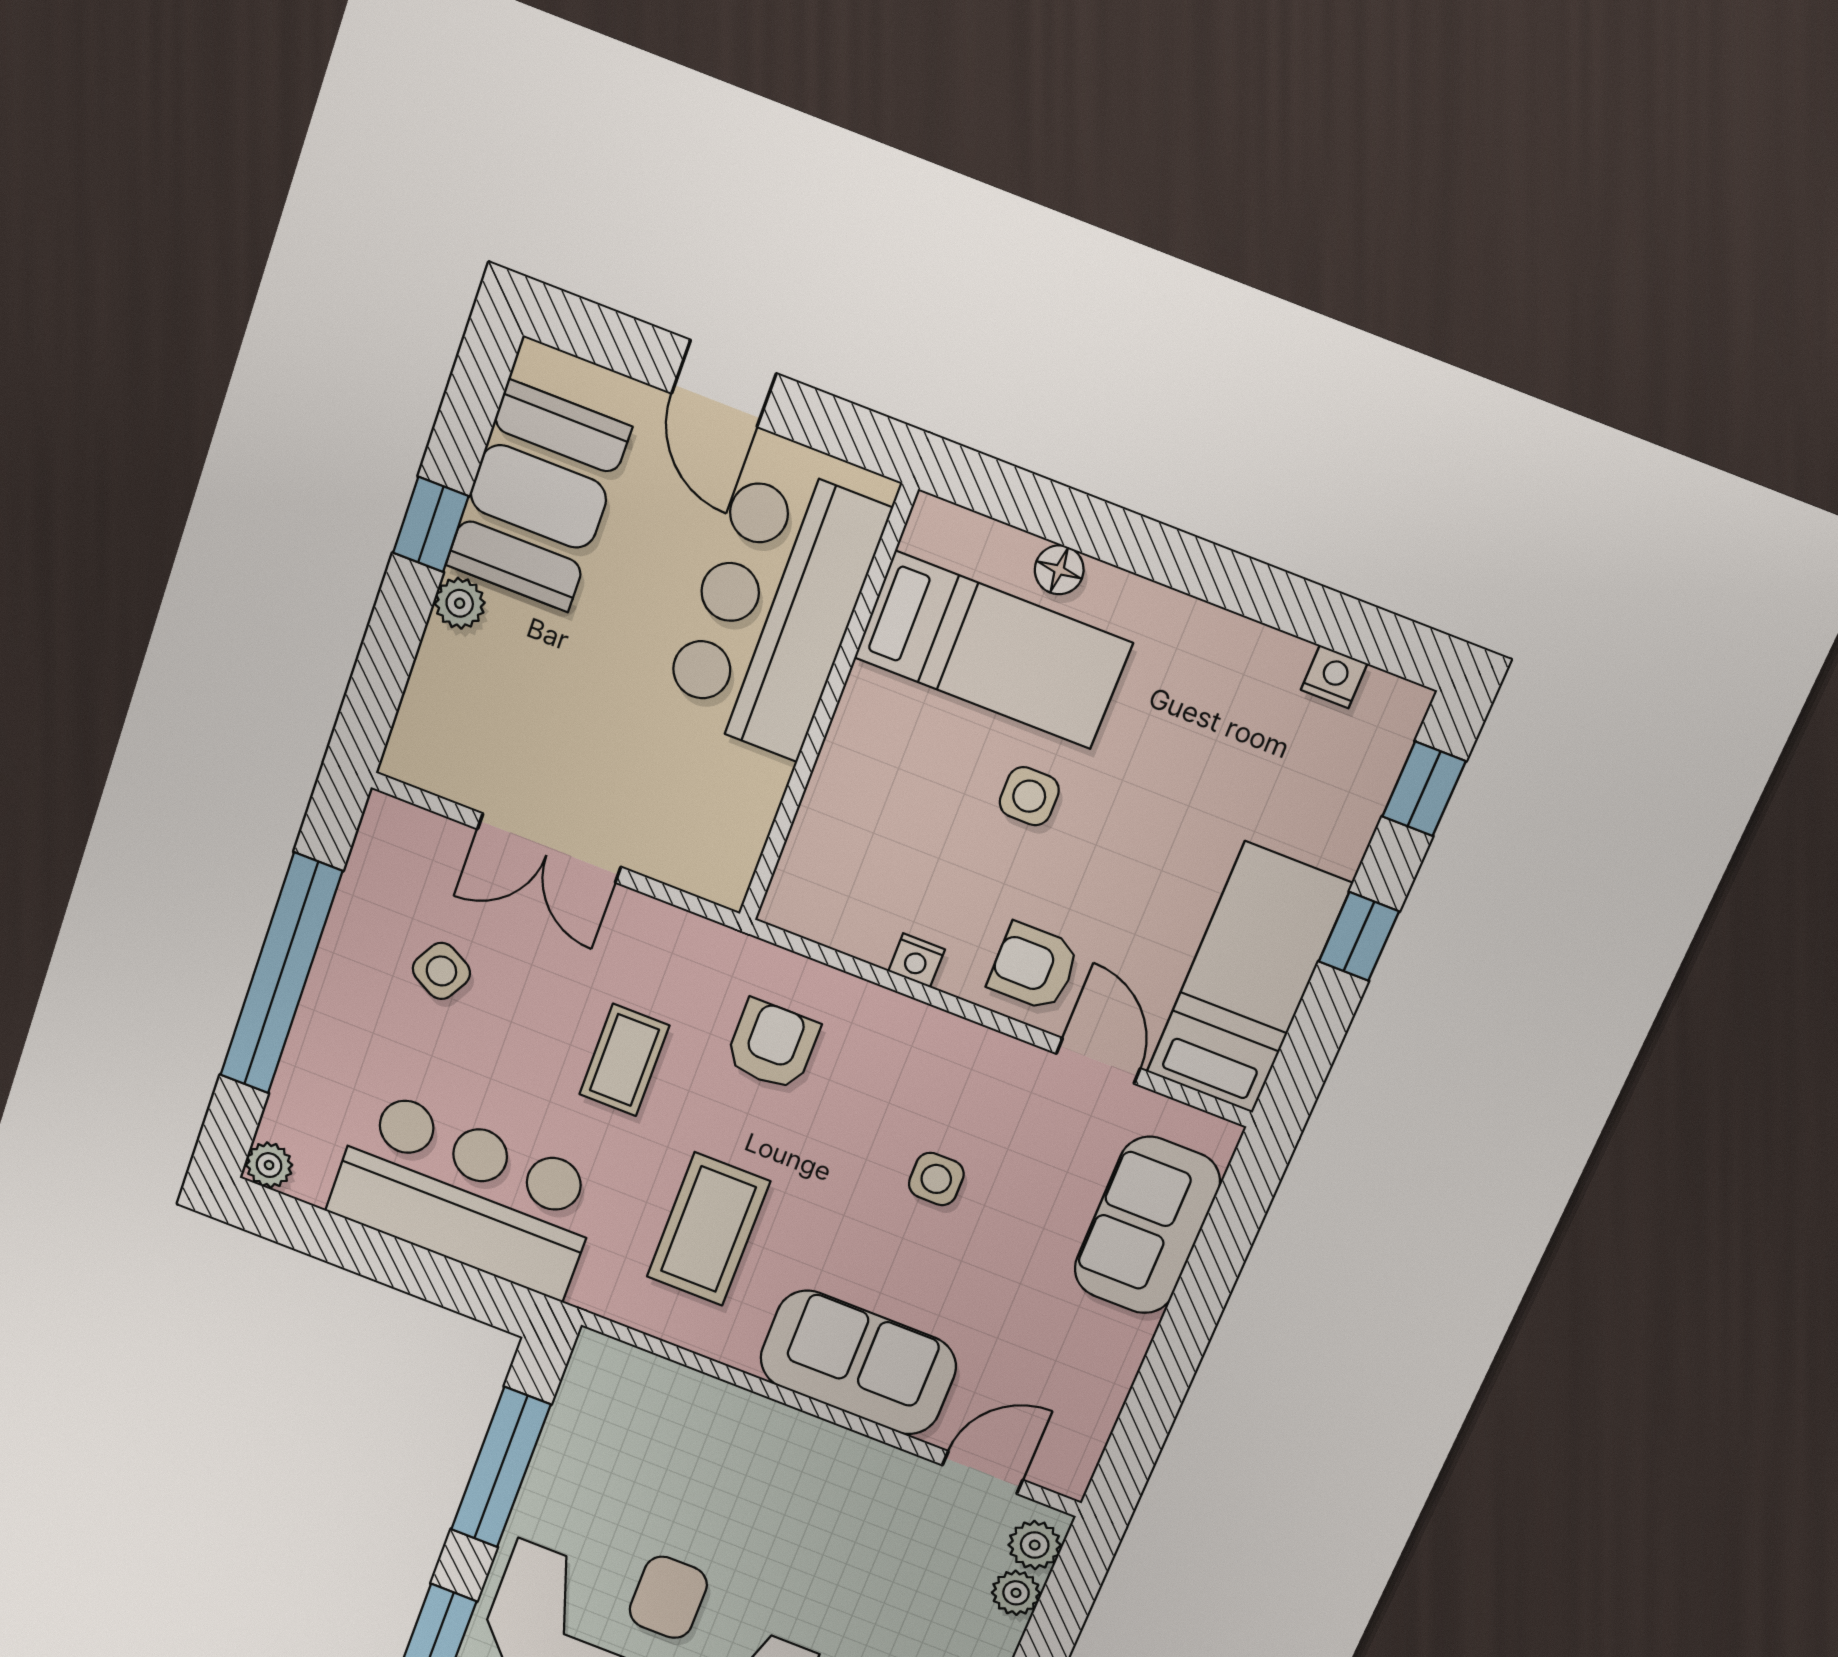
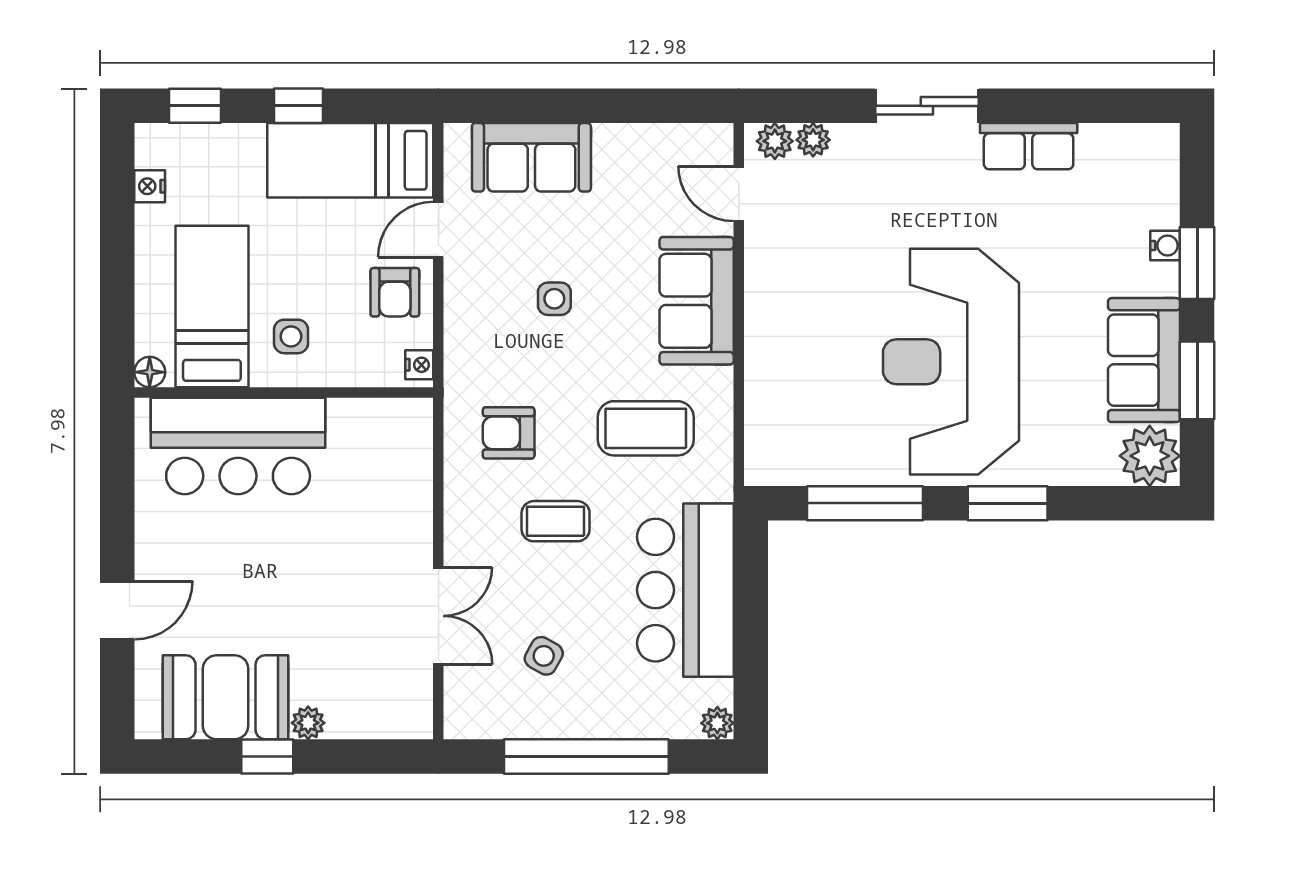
bar counter: (774, 609) -> (238, 446), moved
bed: (993, 650) -> (212, 307), moved
wall: (827, 706) -> (284, 393), moved

